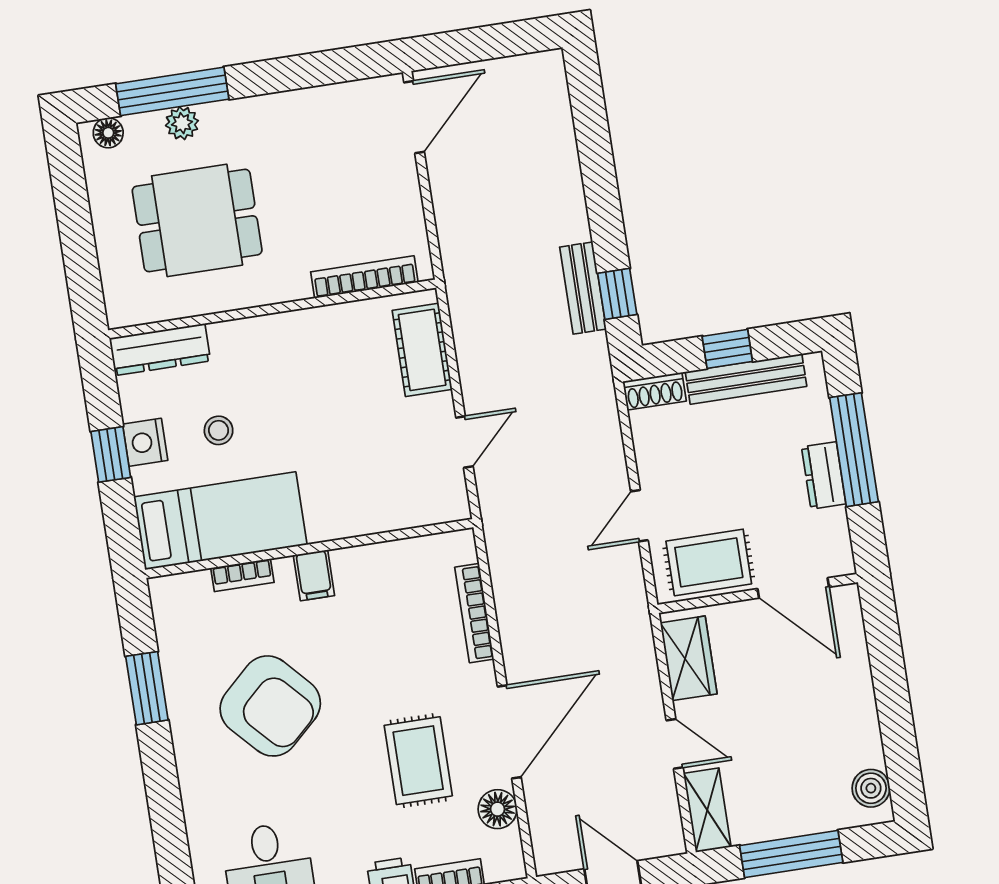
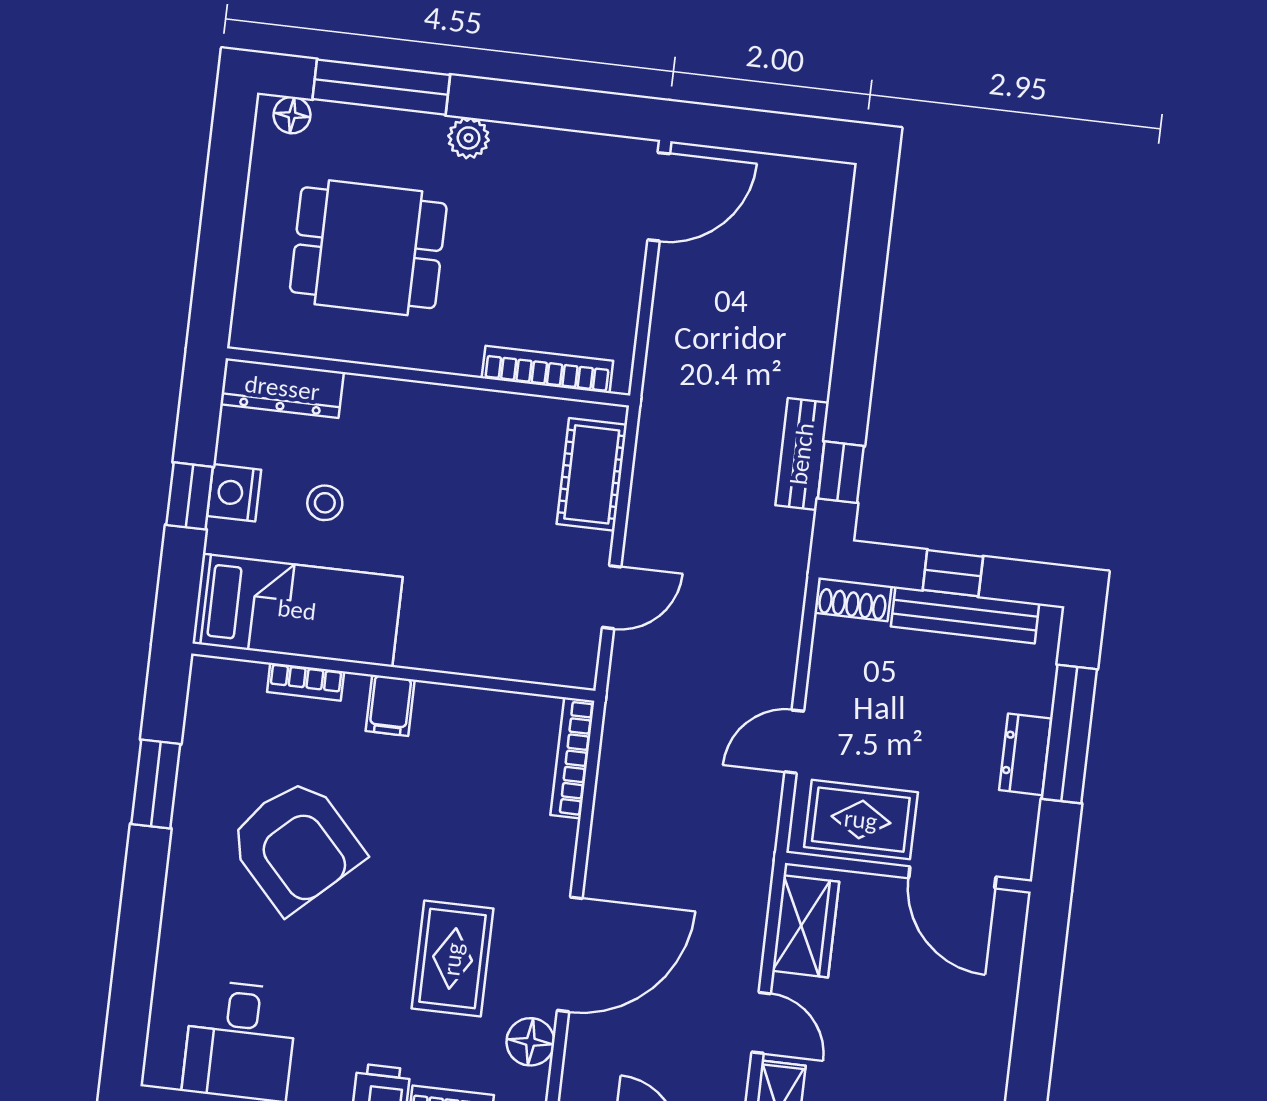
plant: (182, 123) -> (469, 138), moved
bookcase: (474, 613) -> (572, 758), moved

